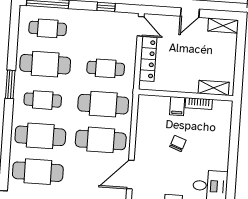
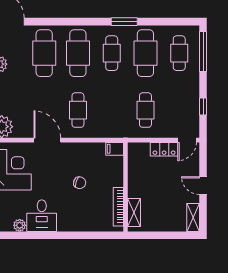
locker: (148, 59) -> (164, 149), width x0.66
cafe table: (103, 104) -> (112, 110), removed
bookcase: (199, 104) -> (118, 207), width x1.56
filing cabinet: (177, 106) -> (115, 149), moved
cafe table: (101, 140) -> (78, 110), width x0.73, depth x0.74

